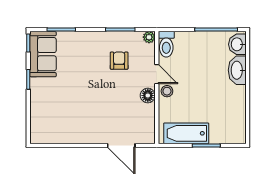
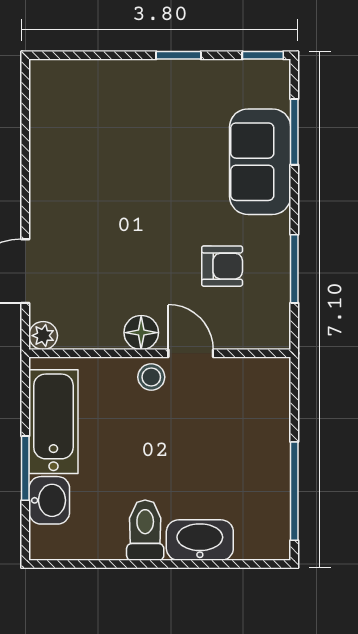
plant: (149, 37) -> (43, 336), moved
toilet: (166, 44) -> (145, 530), moved, turned 90
washbasin: (237, 44) -> (49, 500), moved, turned 90
sofa: (43, 54) -> (260, 162), moved, turned 90
door: (157, 74) -> (191, 353), swing flipped

